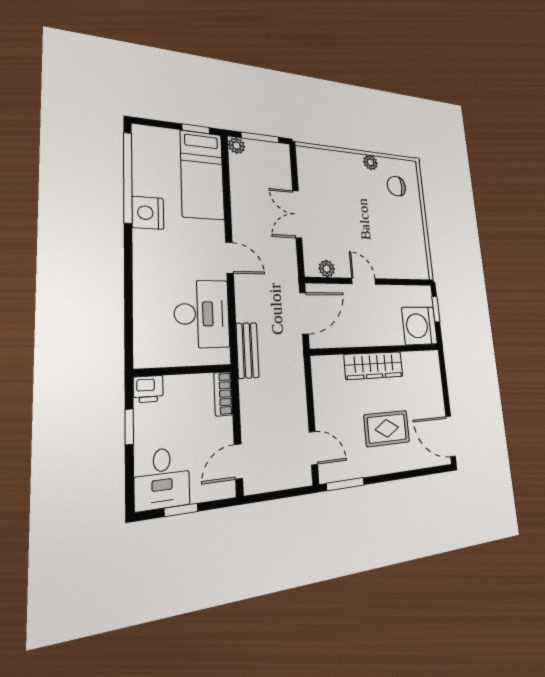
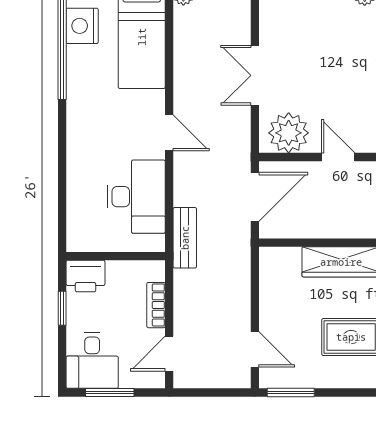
nightstand: (148, 213) -> (82, 26), moved
plant: (327, 269) -> (289, 133), width x1.87, depth x1.87
printer: (148, 389) -> (85, 276), width x1.36, depth x1.24
bookcase: (223, 394) -> (156, 305), moved
window: (181, 510) -> (110, 393), width x1.50

